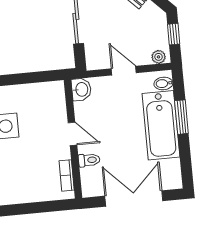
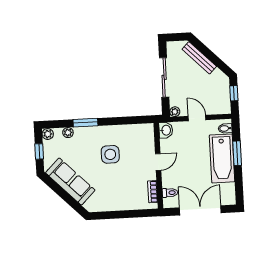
plant: (159, 57) -> (175, 112), moved
door: (72, 134) -> (158, 162), hinge flipped
toilet: (89, 160) -> (170, 193), moved

